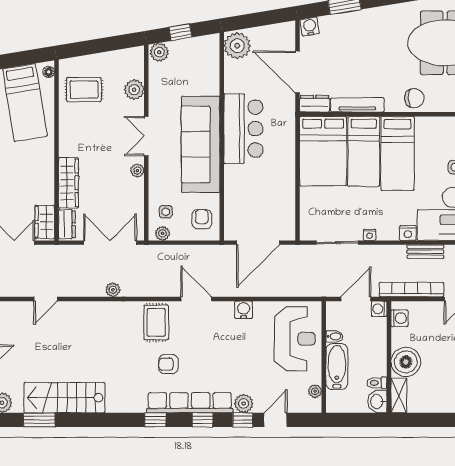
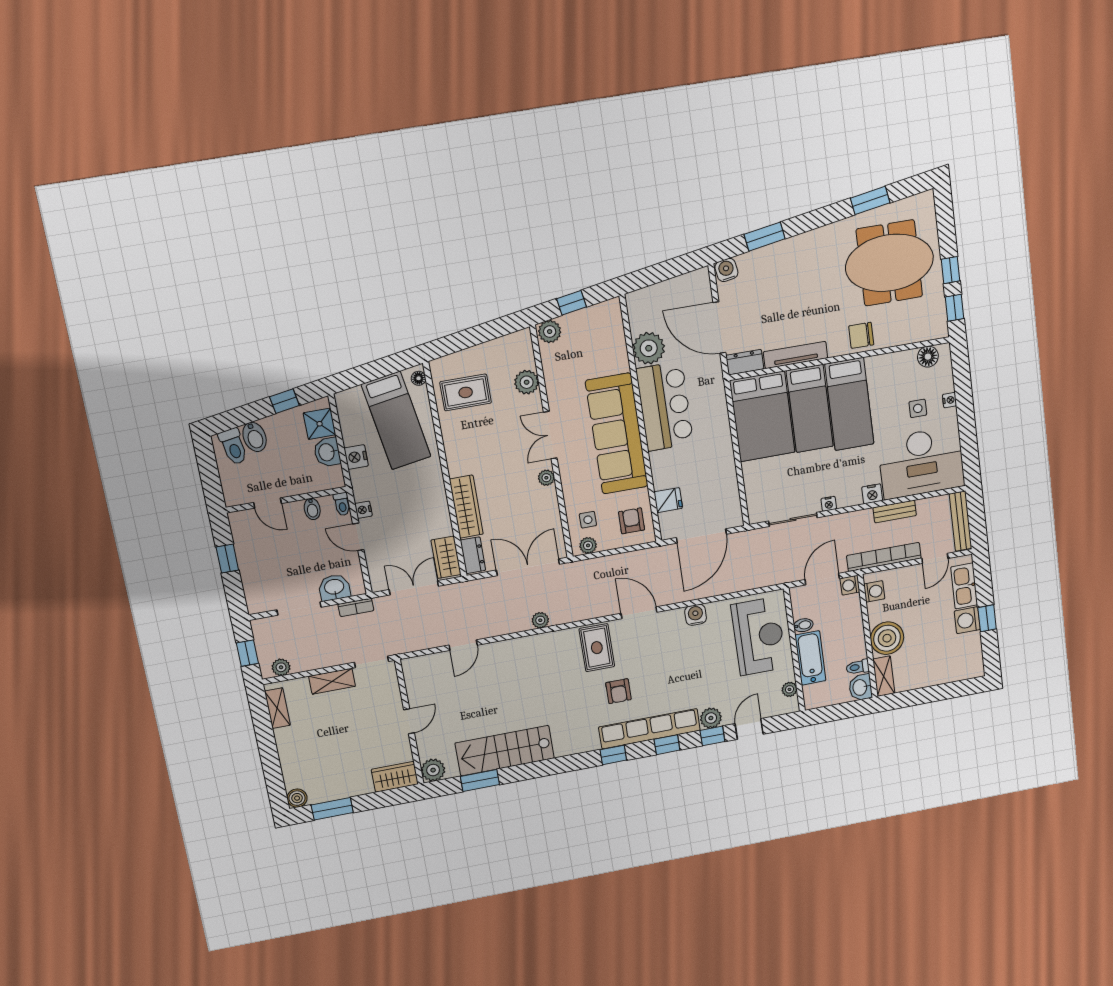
plant: (237, 46) -> (649, 348), moved
chair: (414, 98) -> (861, 335), turned 180
fridge: (235, 207) -> (668, 500), added
armchair: (168, 364) -> (618, 691), turned -90

